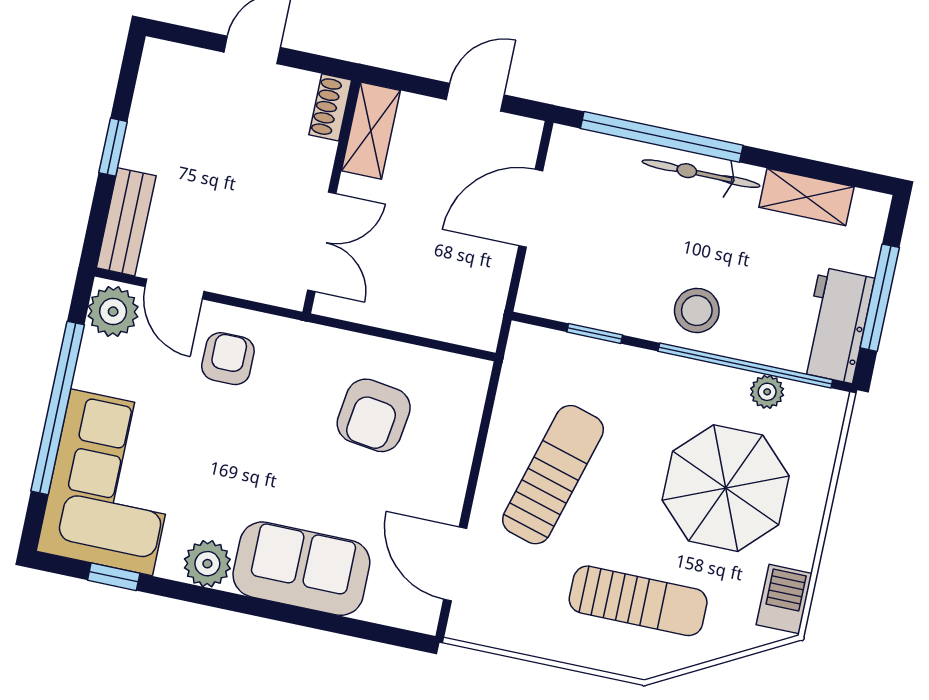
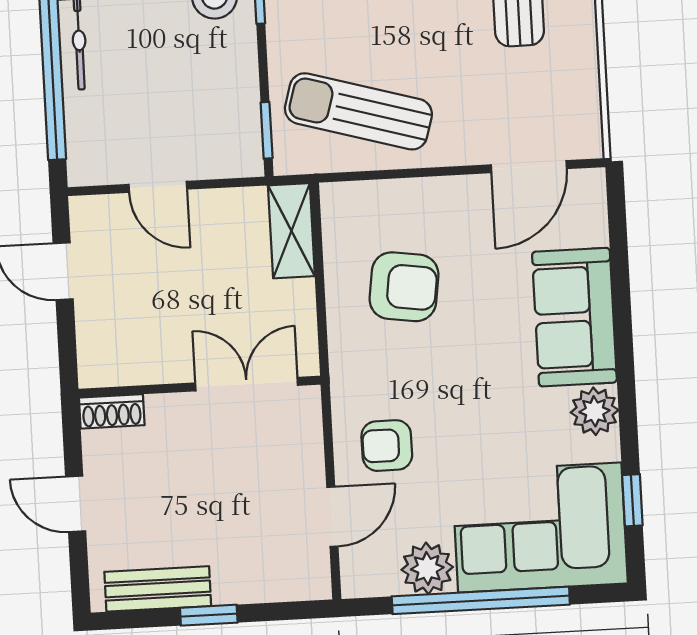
shelving: (371, 131) -> (291, 231), moved, turned 90
door: (531, 208) -> (158, 187), width x0.73
bench: (126, 222) -> (158, 589), moved
plant: (113, 311) -> (427, 568), moved
window: (595, 333) -> (267, 130), moved
sun lounger: (553, 475) -> (358, 111), moved

